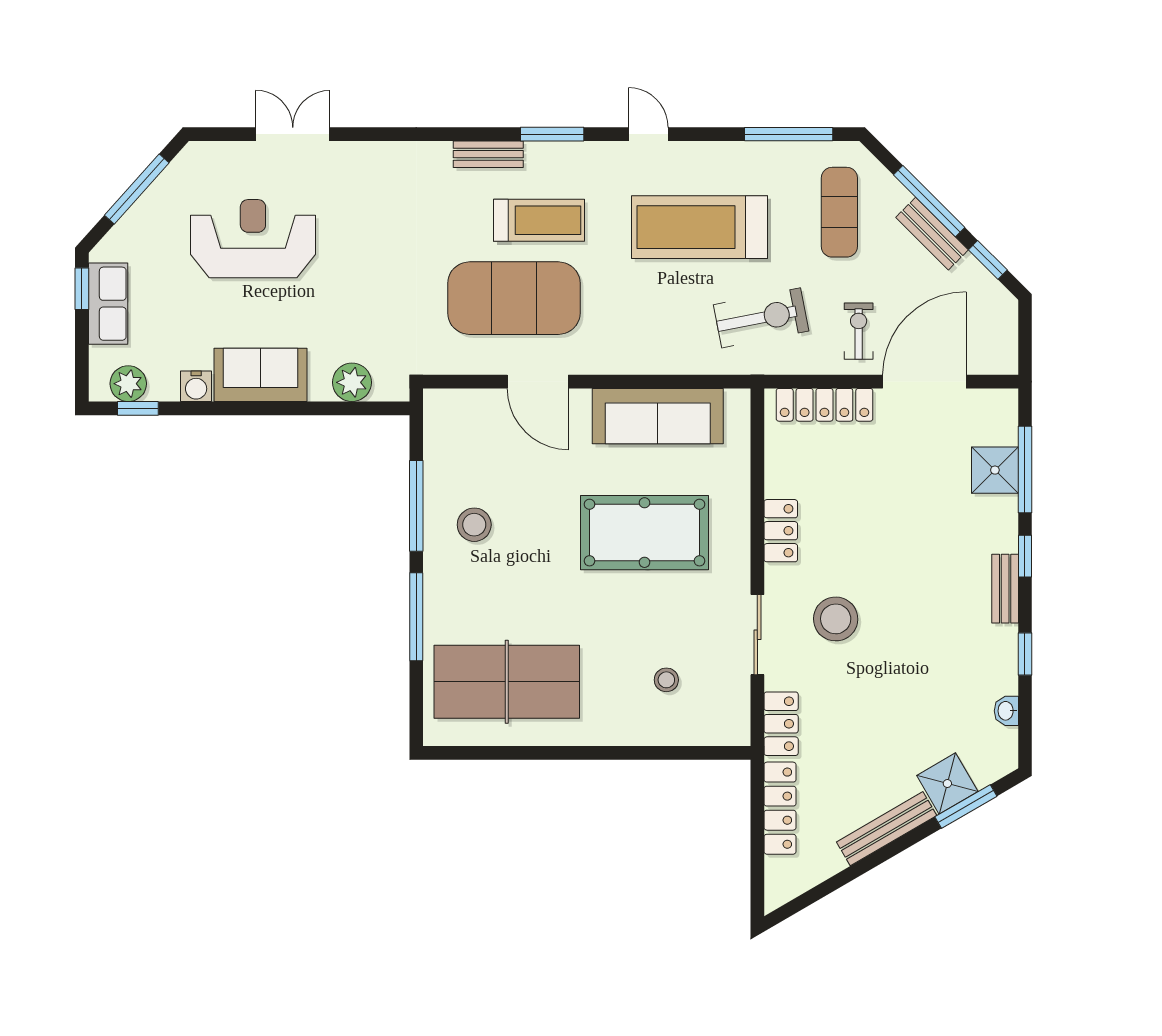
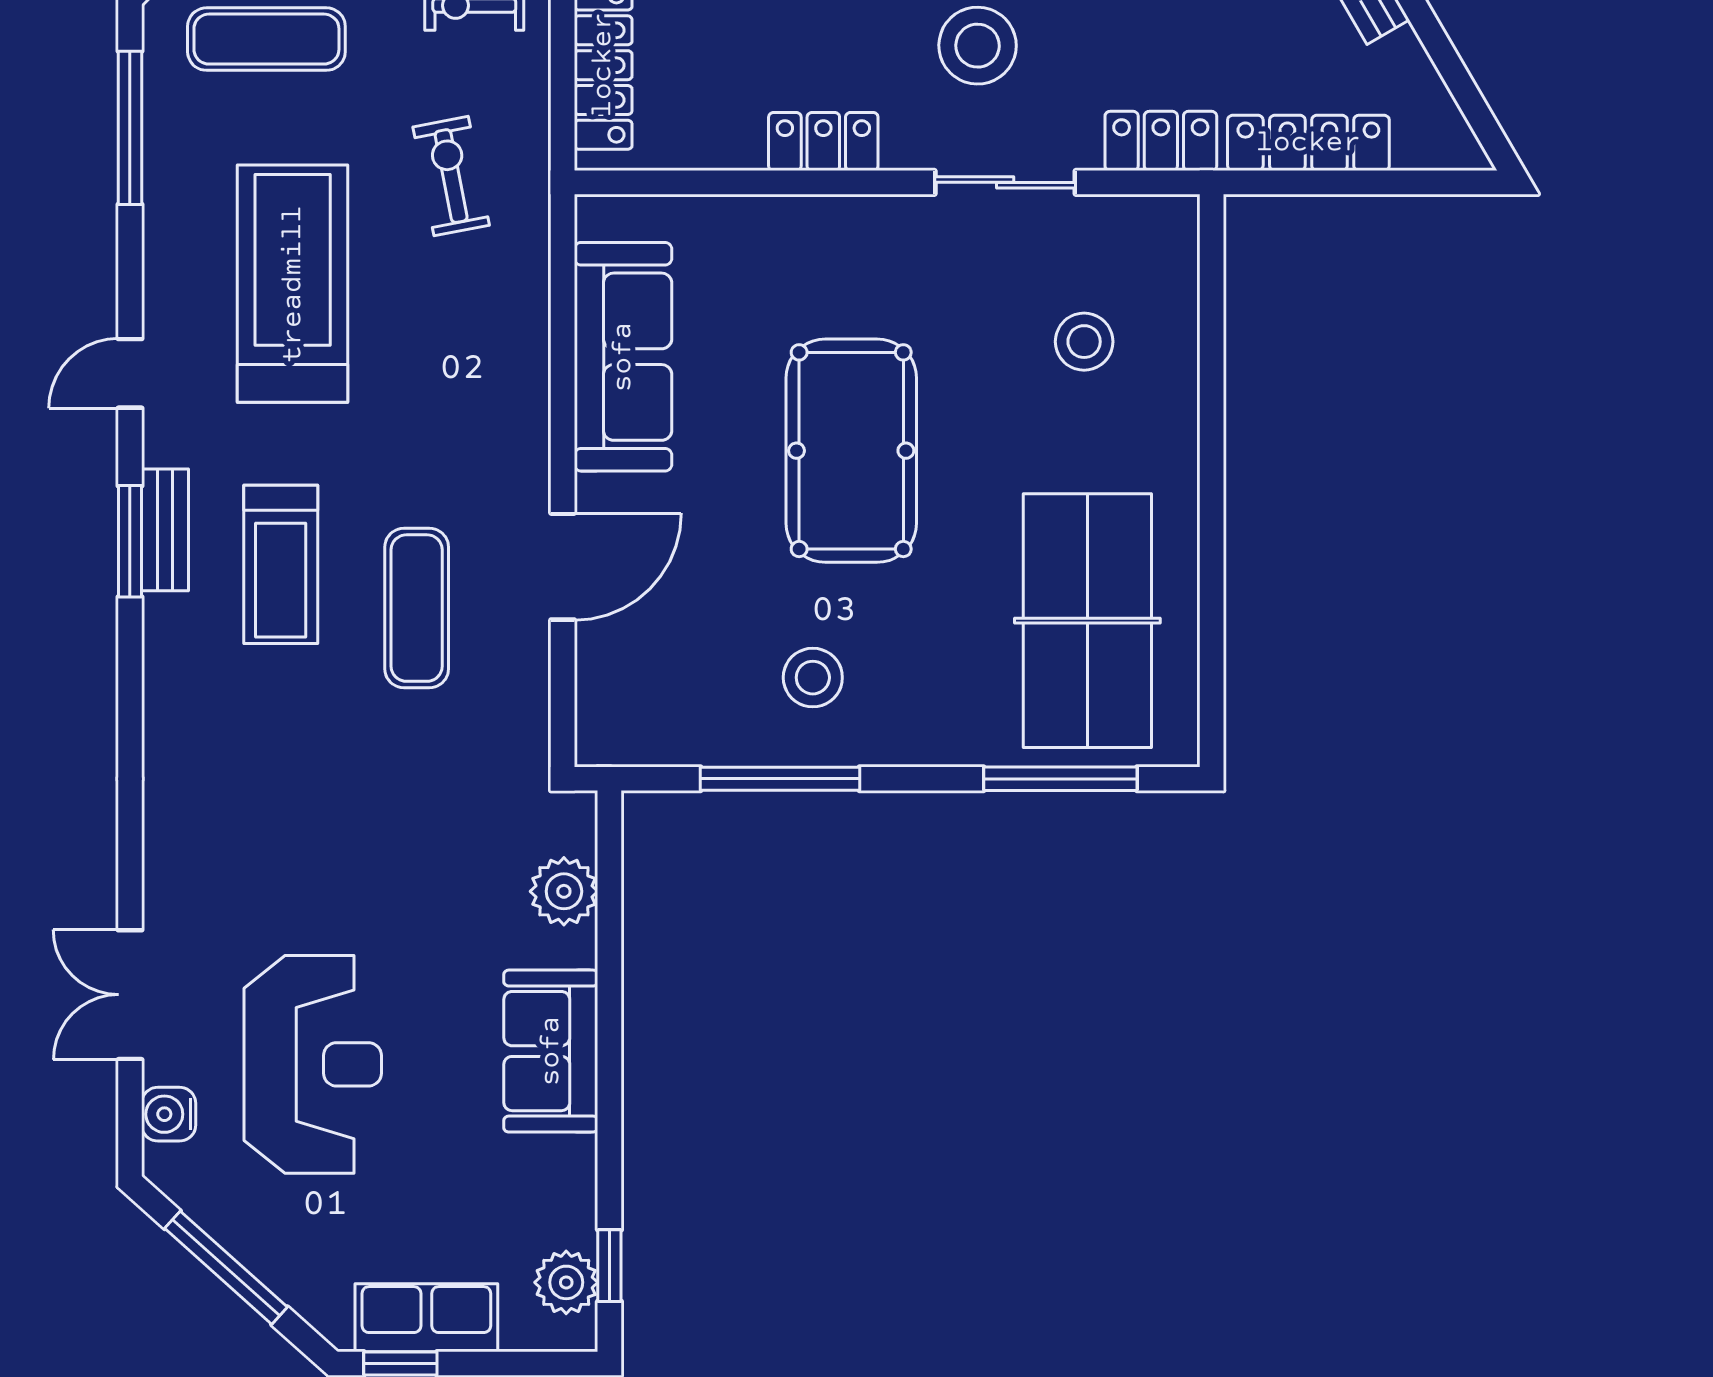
bench: (488, 154) -> (165, 530), moved
treadmill: (539, 220) -> (281, 564), turned 180
treadmill: (700, 227) -> (293, 284), turned 180
reception desk: (253, 239) -> (313, 1064), turned 180
exercise mat: (514, 298) -> (417, 608), width x0.50, depth x0.69
exercise bike: (761, 318) -> (451, 176), width x0.73, depth x0.72
water cooler: (196, 386) -> (169, 1114), moved, turned 180
pool table: (644, 533) -> (851, 451), moved
window: (416, 617) -> (1060, 779), moved
stool: (666, 680) -> (1084, 342), width x1.37, depth x1.37

